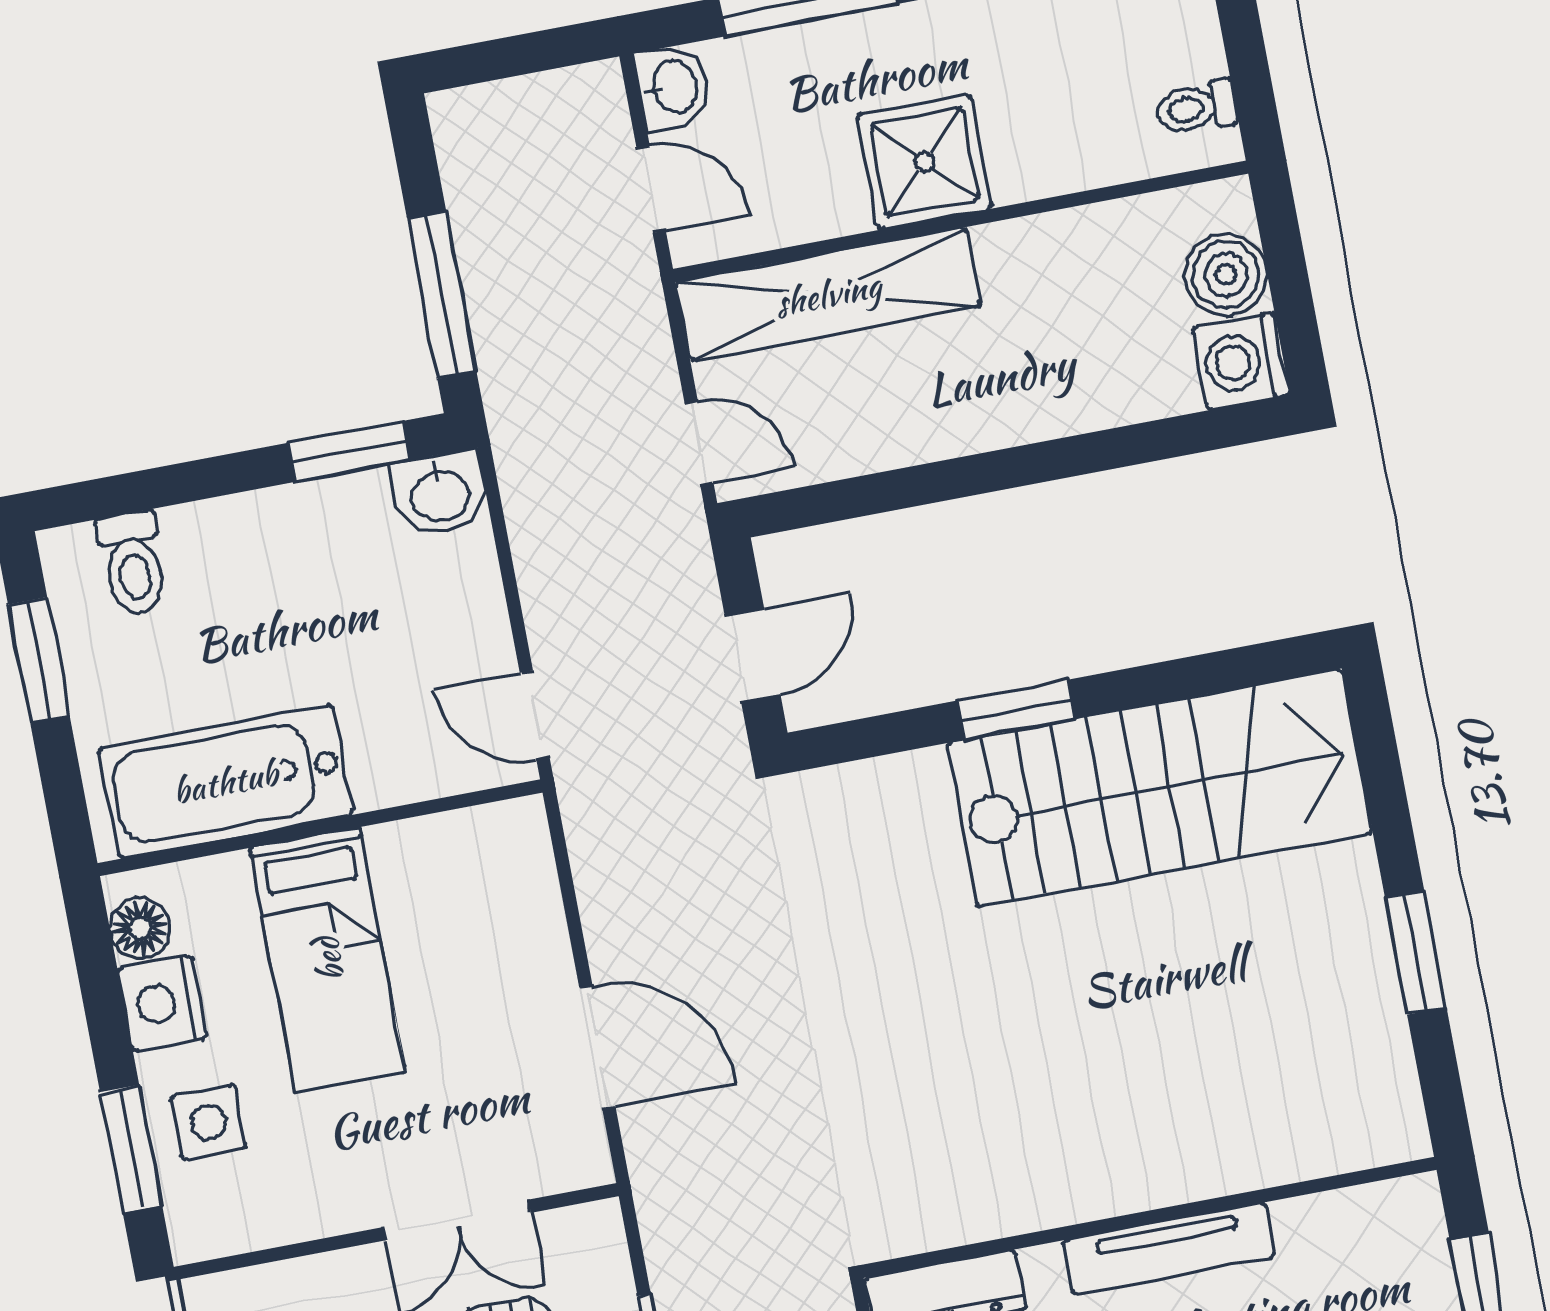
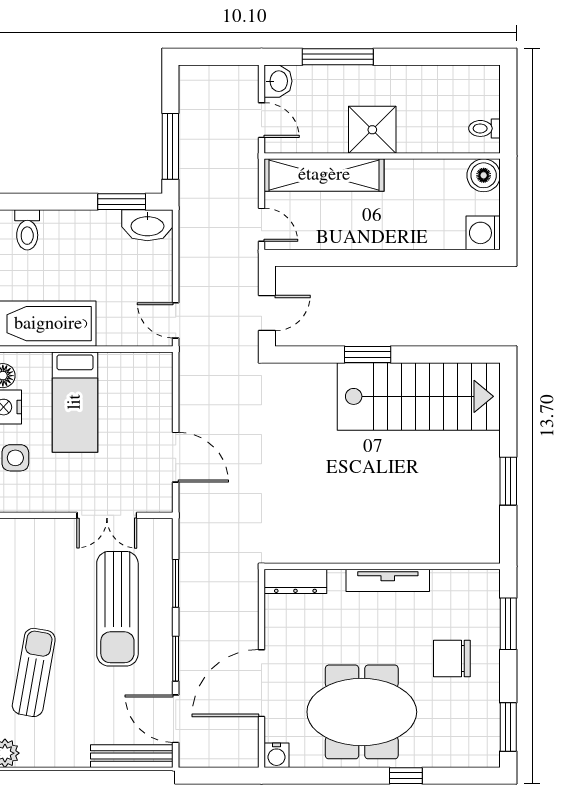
boiler: (1226, 275) -> (484, 175), moved
washbasin: (440, 494) -> (147, 225), width x1.38

